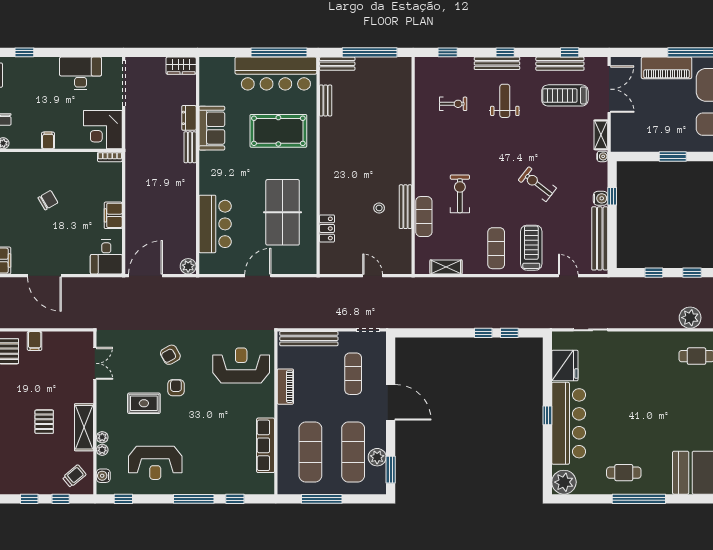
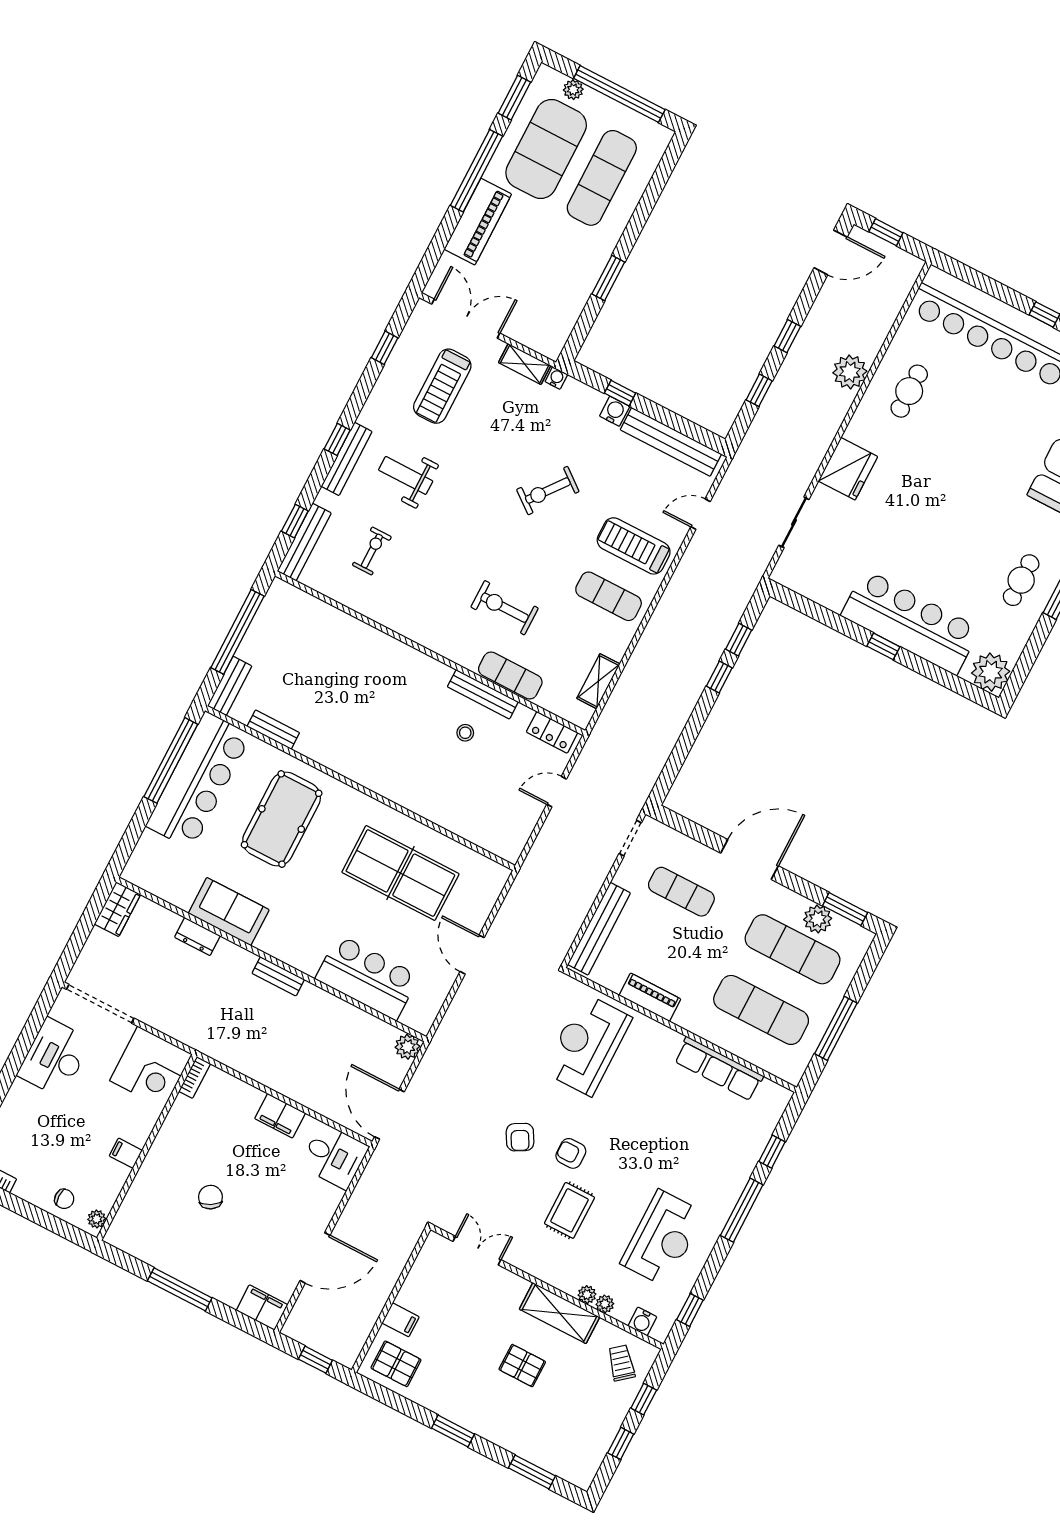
bench: (560, 64) -> (304, 542), moved
bench: (190, 147) -> (278, 976), moved
locker: (327, 228) -> (552, 732), moved, turned 180
fridge: (565, 366) -> (848, 469), moved, turned 90

